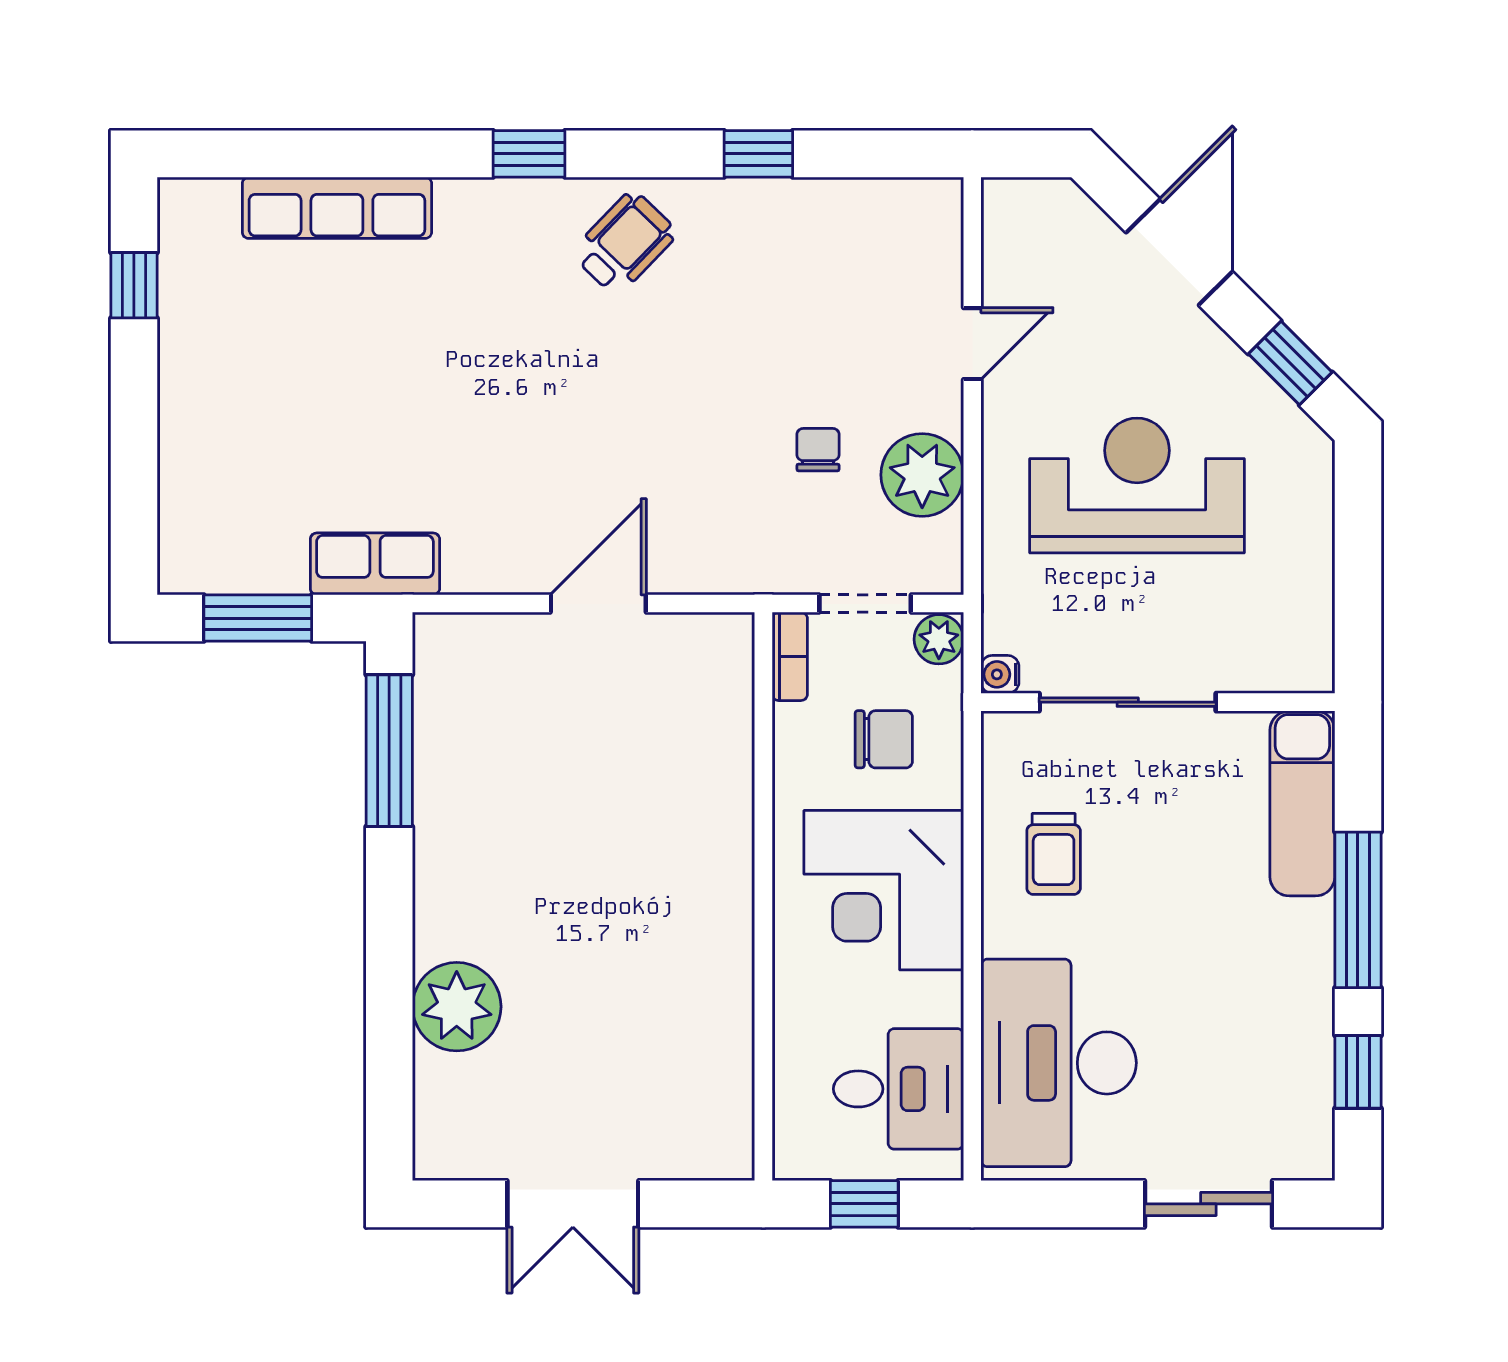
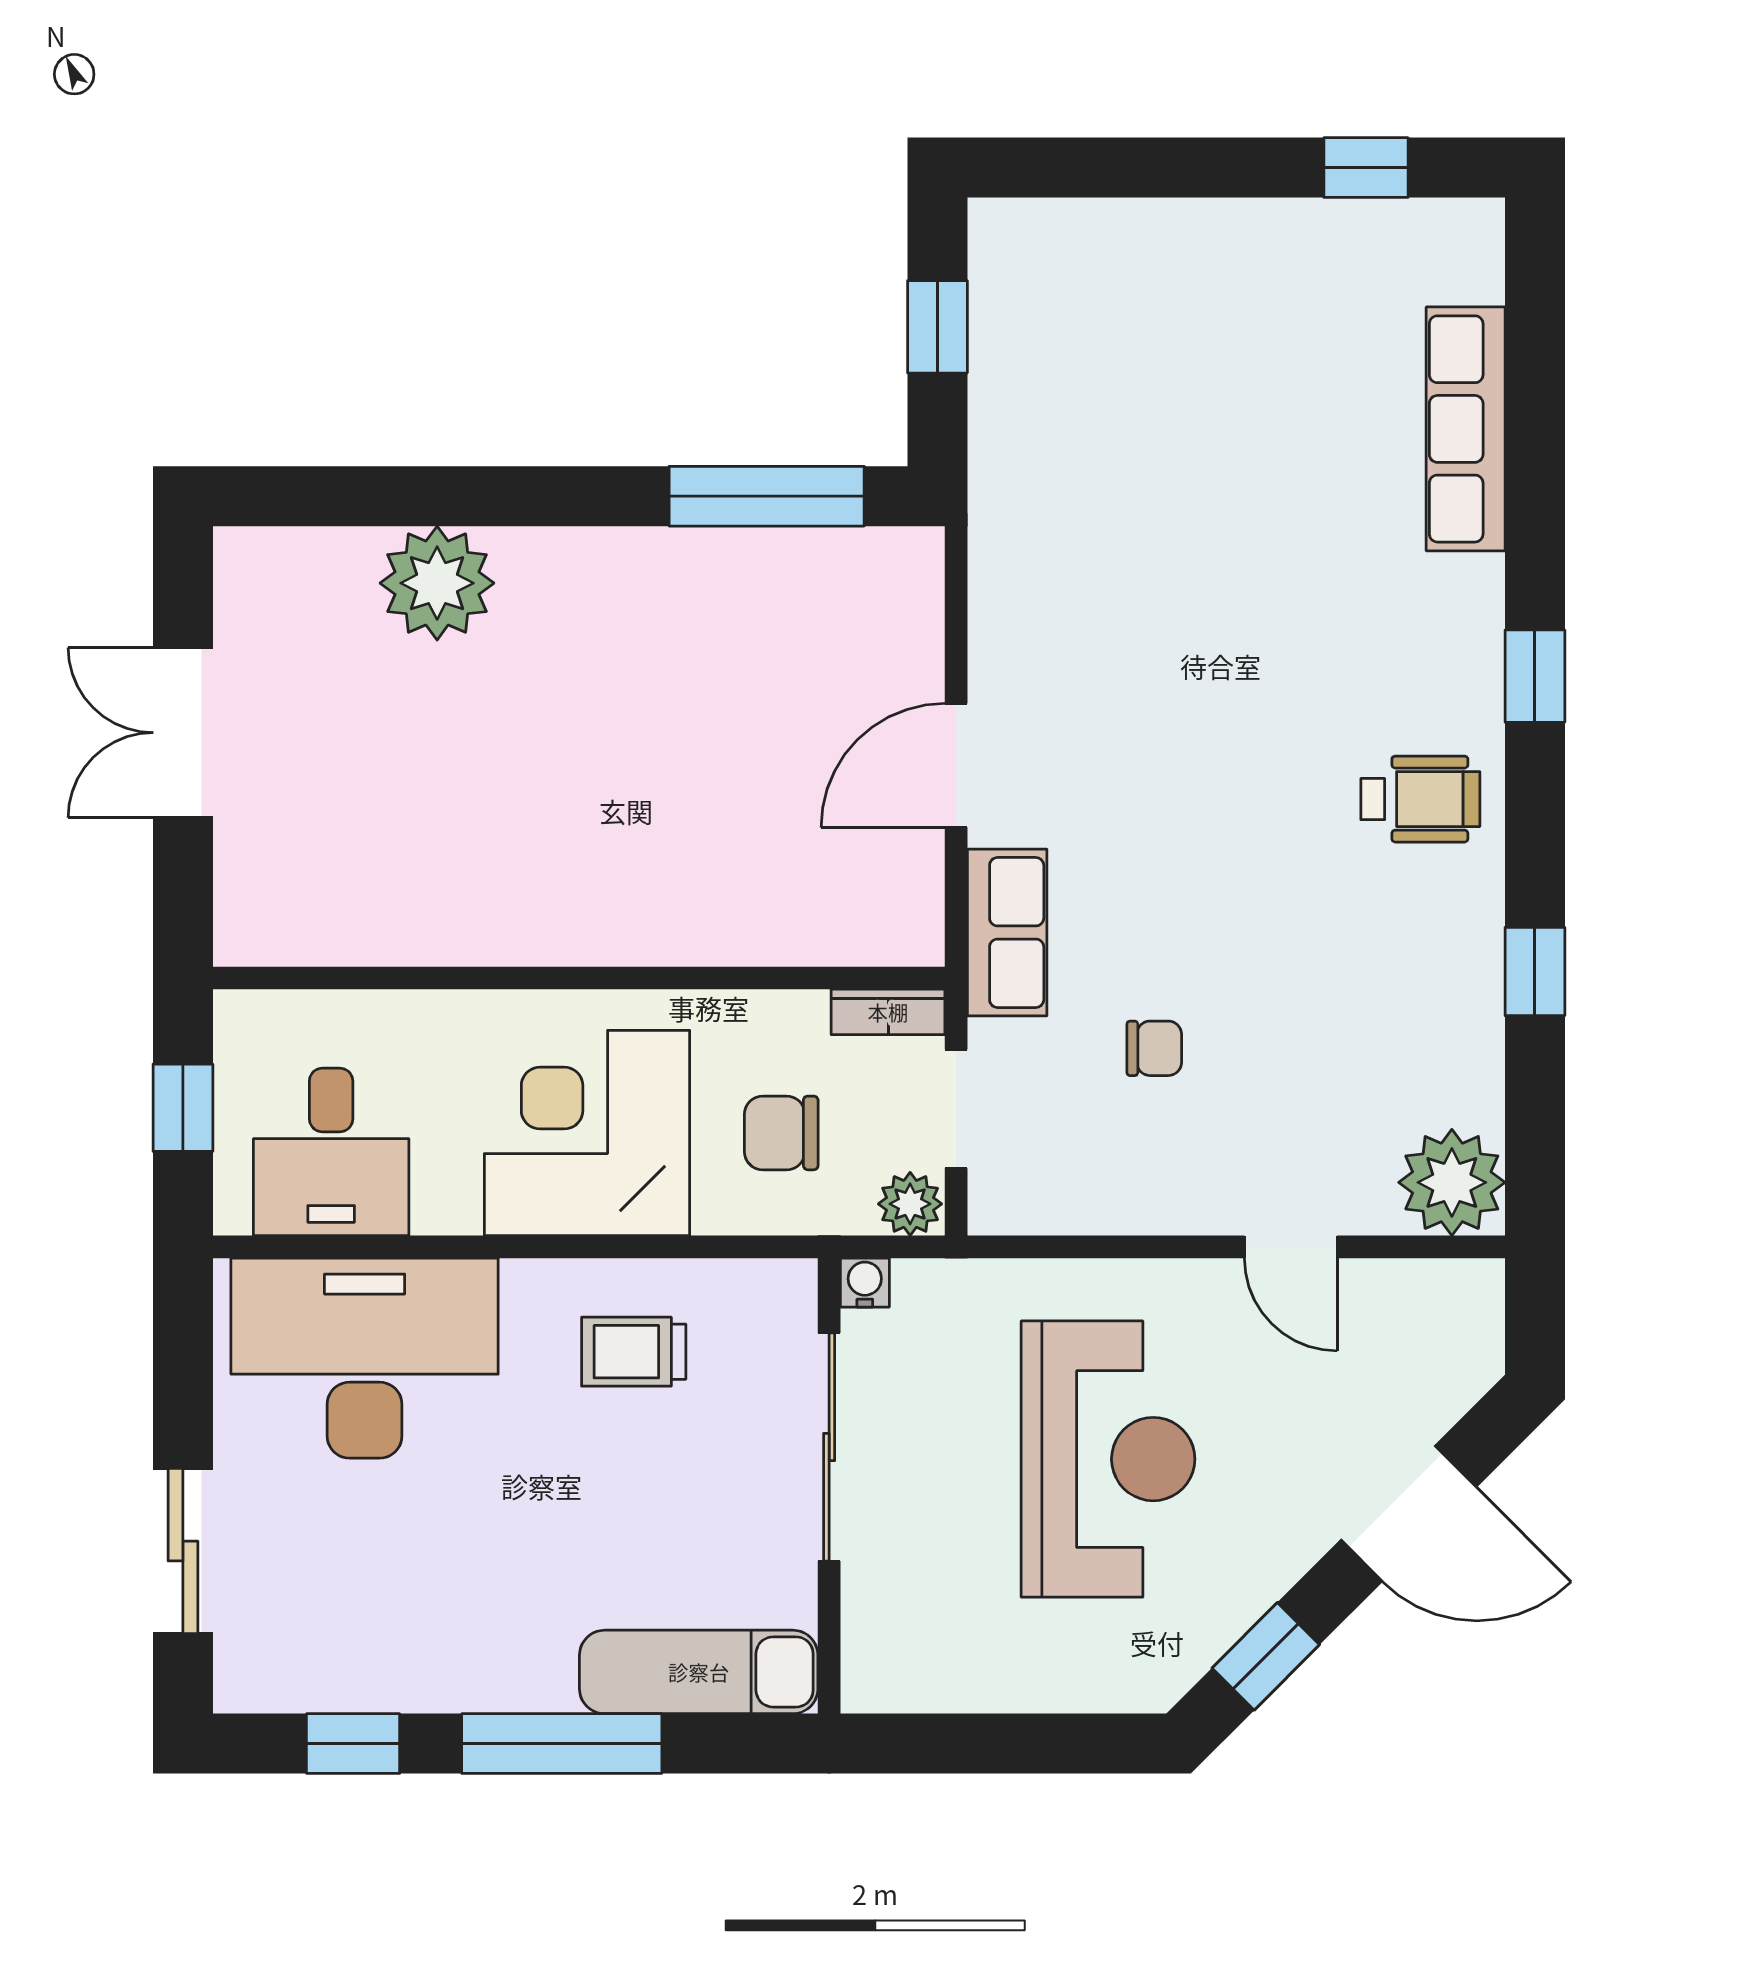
wheelchair: (624, 243) -> (1420, 799), turned -44
plant: (922, 475) -> (1452, 1182), moved
row of seats: (375, 564) -> (1007, 932), moved
door: (598, 604) -> (956, 765), swing flipped
window: (258, 618) -> (937, 327), width x0.67
chair: (884, 739) -> (781, 1133), turned 90

